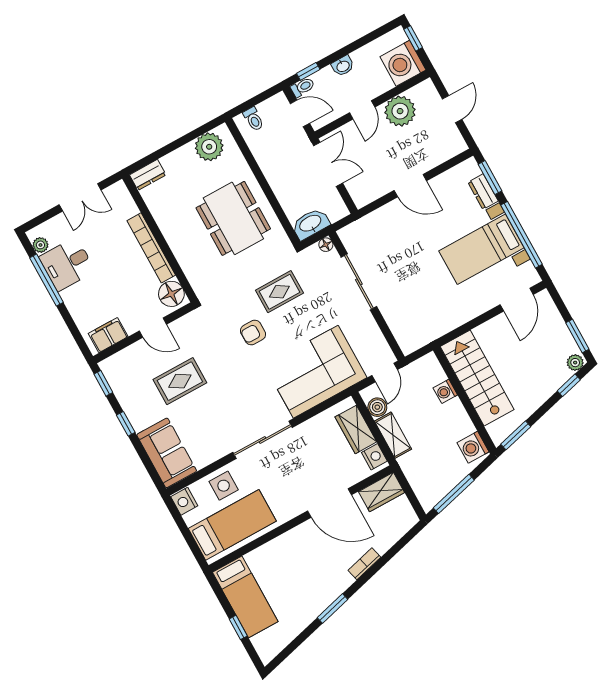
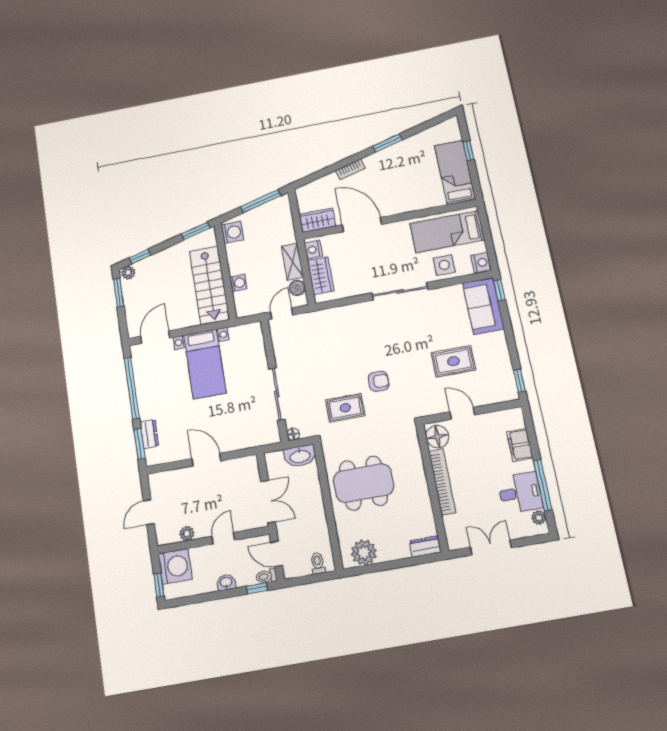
plant: (400, 111) -> (187, 533), width x0.53, depth x0.53
double door: (328, 164) -> (268, 501), swing flipped
dining table: (233, 218) -> (364, 483), turned 90
bed with nightstands: (481, 249) -> (205, 364), moved, turned 90
filing cabinet: (108, 335) -> (520, 445), moved, turned 90
corner sofa: (316, 372) -> (338, 332), removed
window: (126, 424) -> (499, 290), moved

